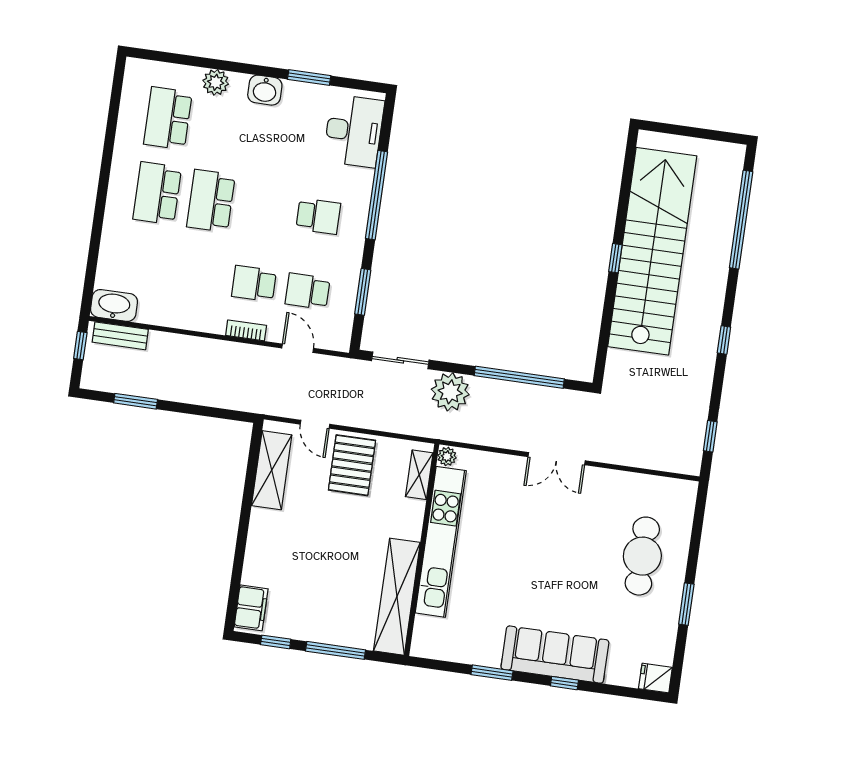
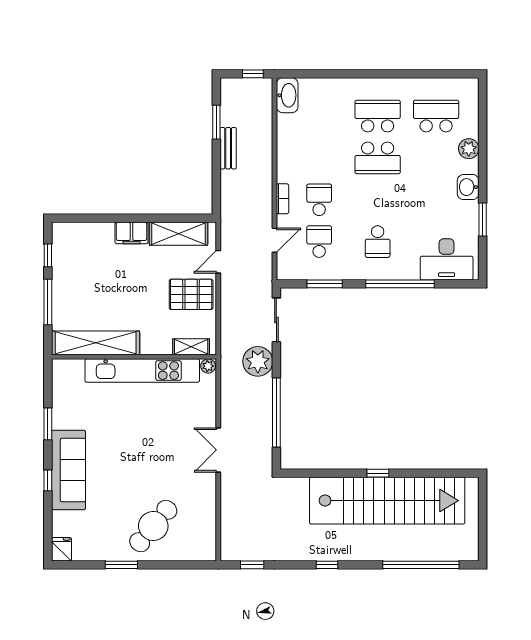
school desk: (211, 201) -> (378, 158), turned 180
bench: (120, 336) -> (228, 148), moved
cafe table: (642, 556) -> (153, 526), turned -50
filing cabinet: (251, 608) -> (131, 233), moved

